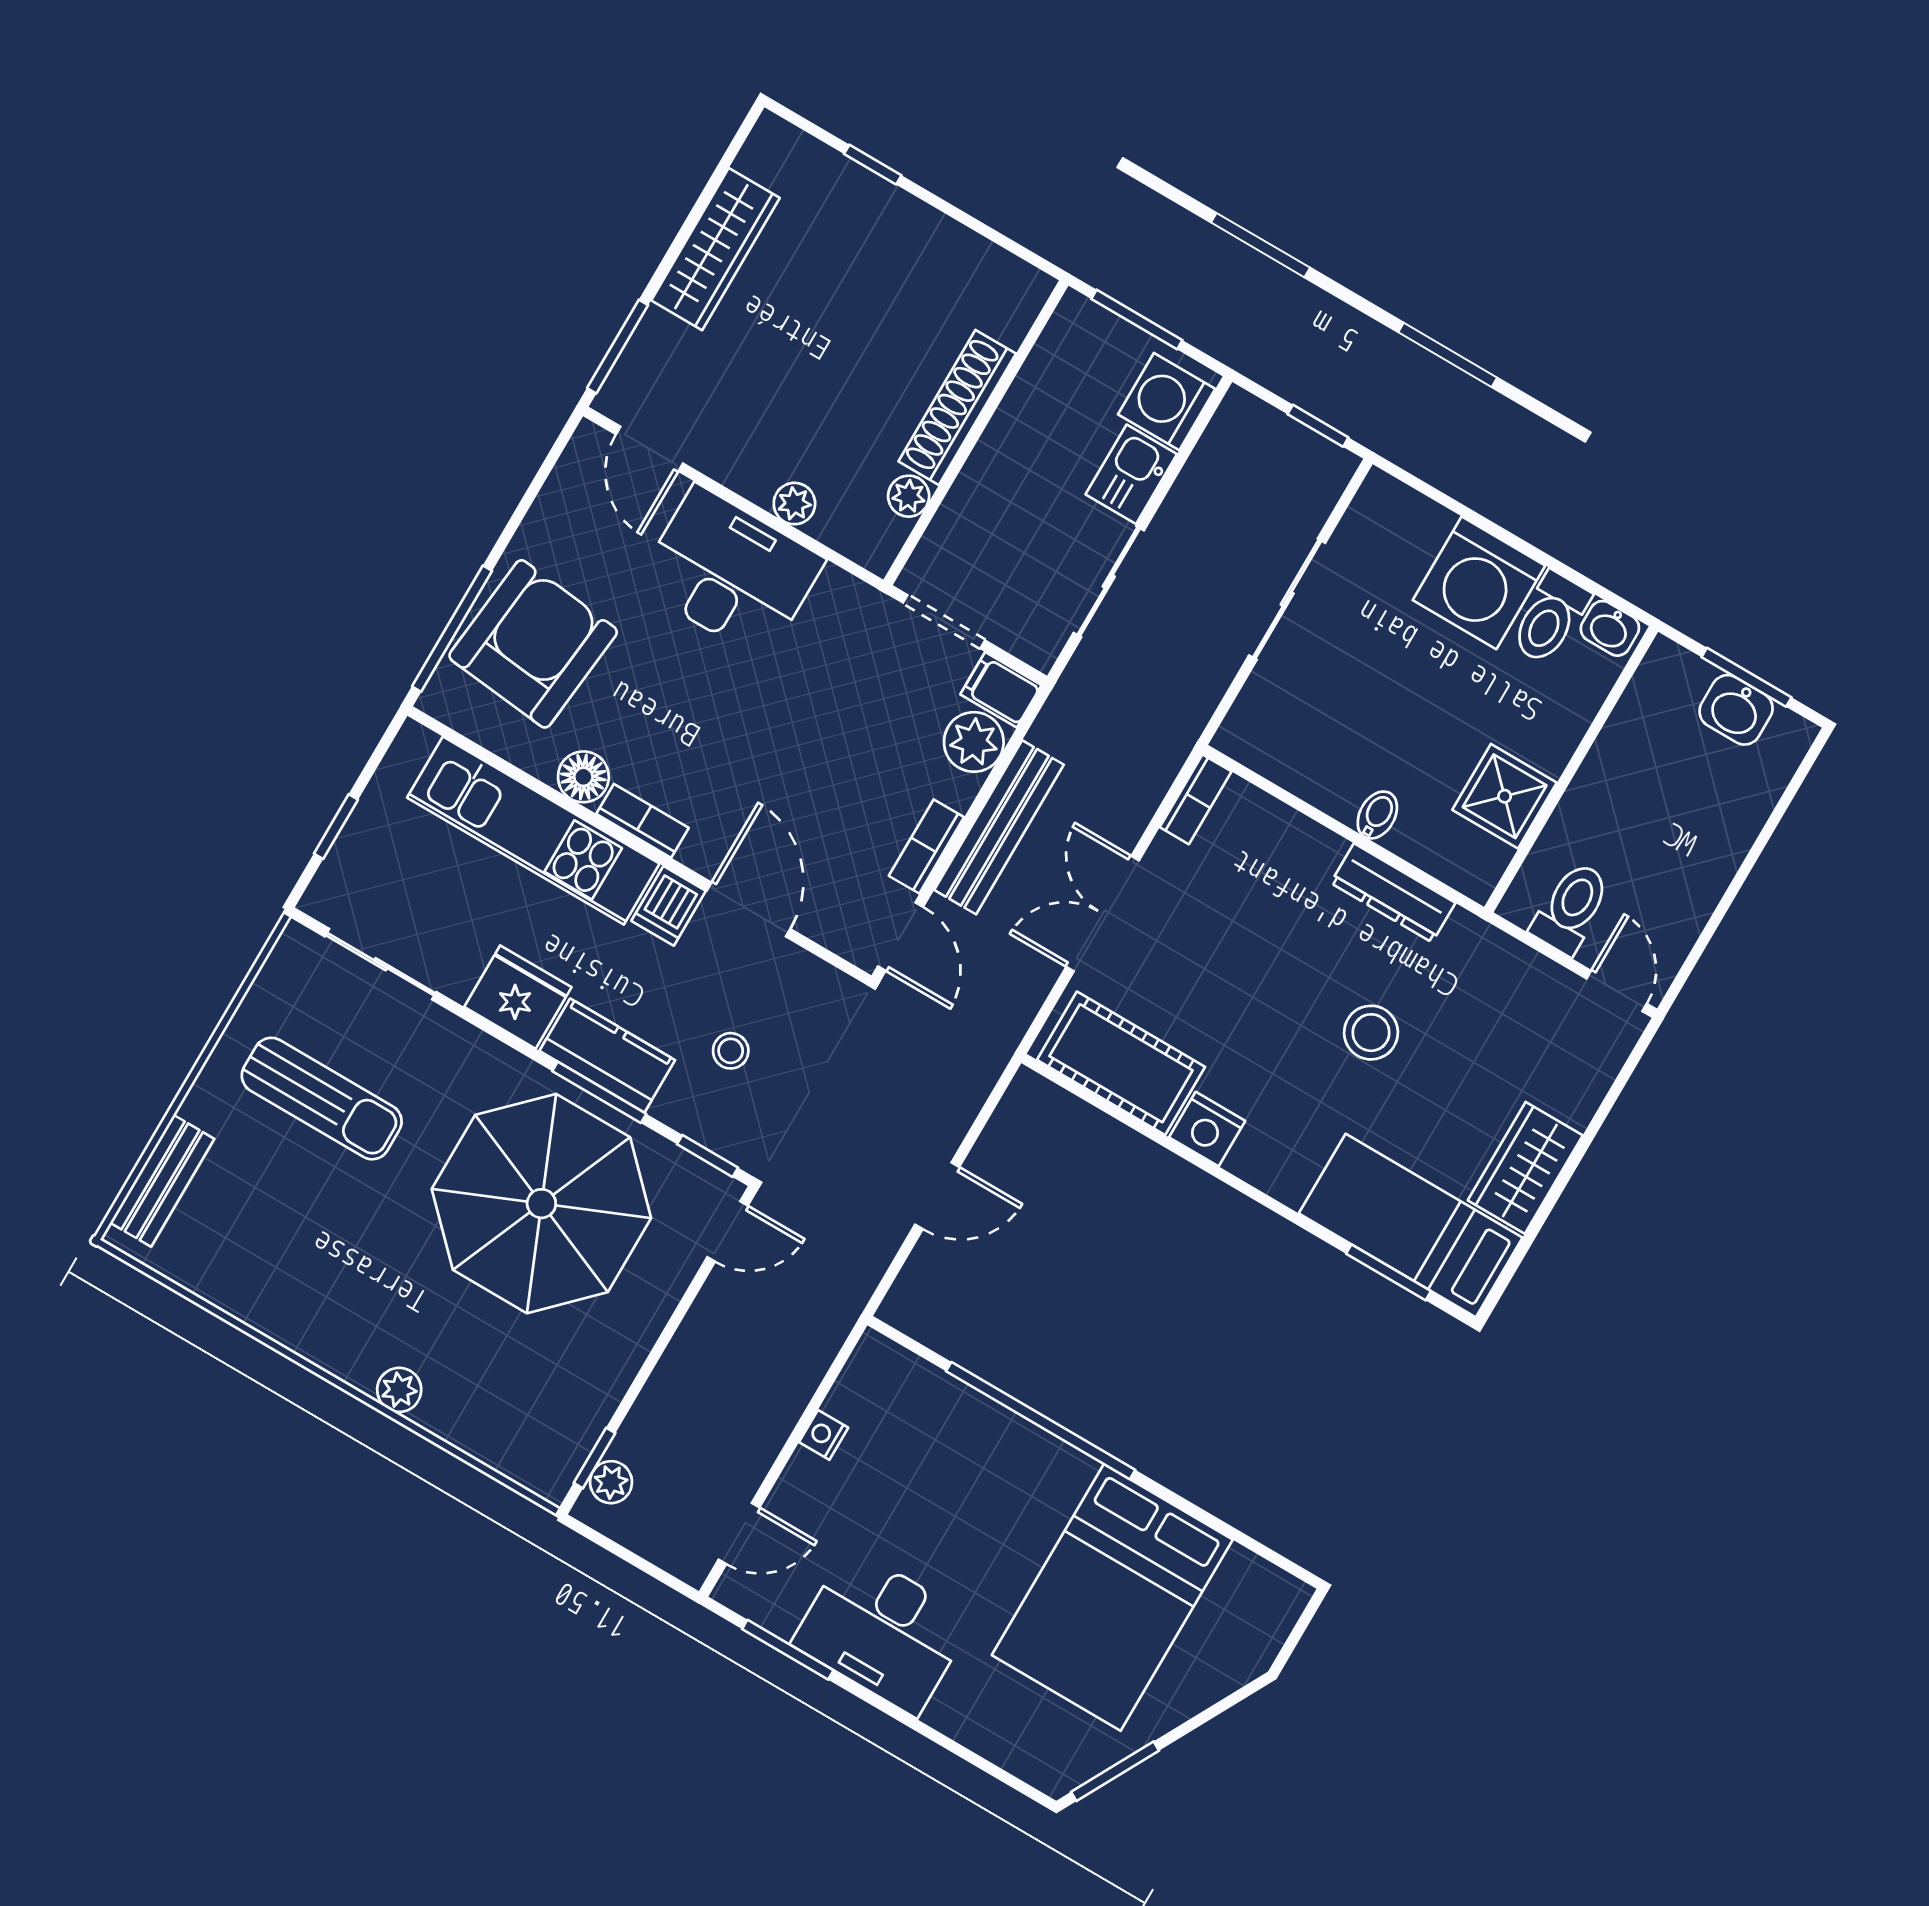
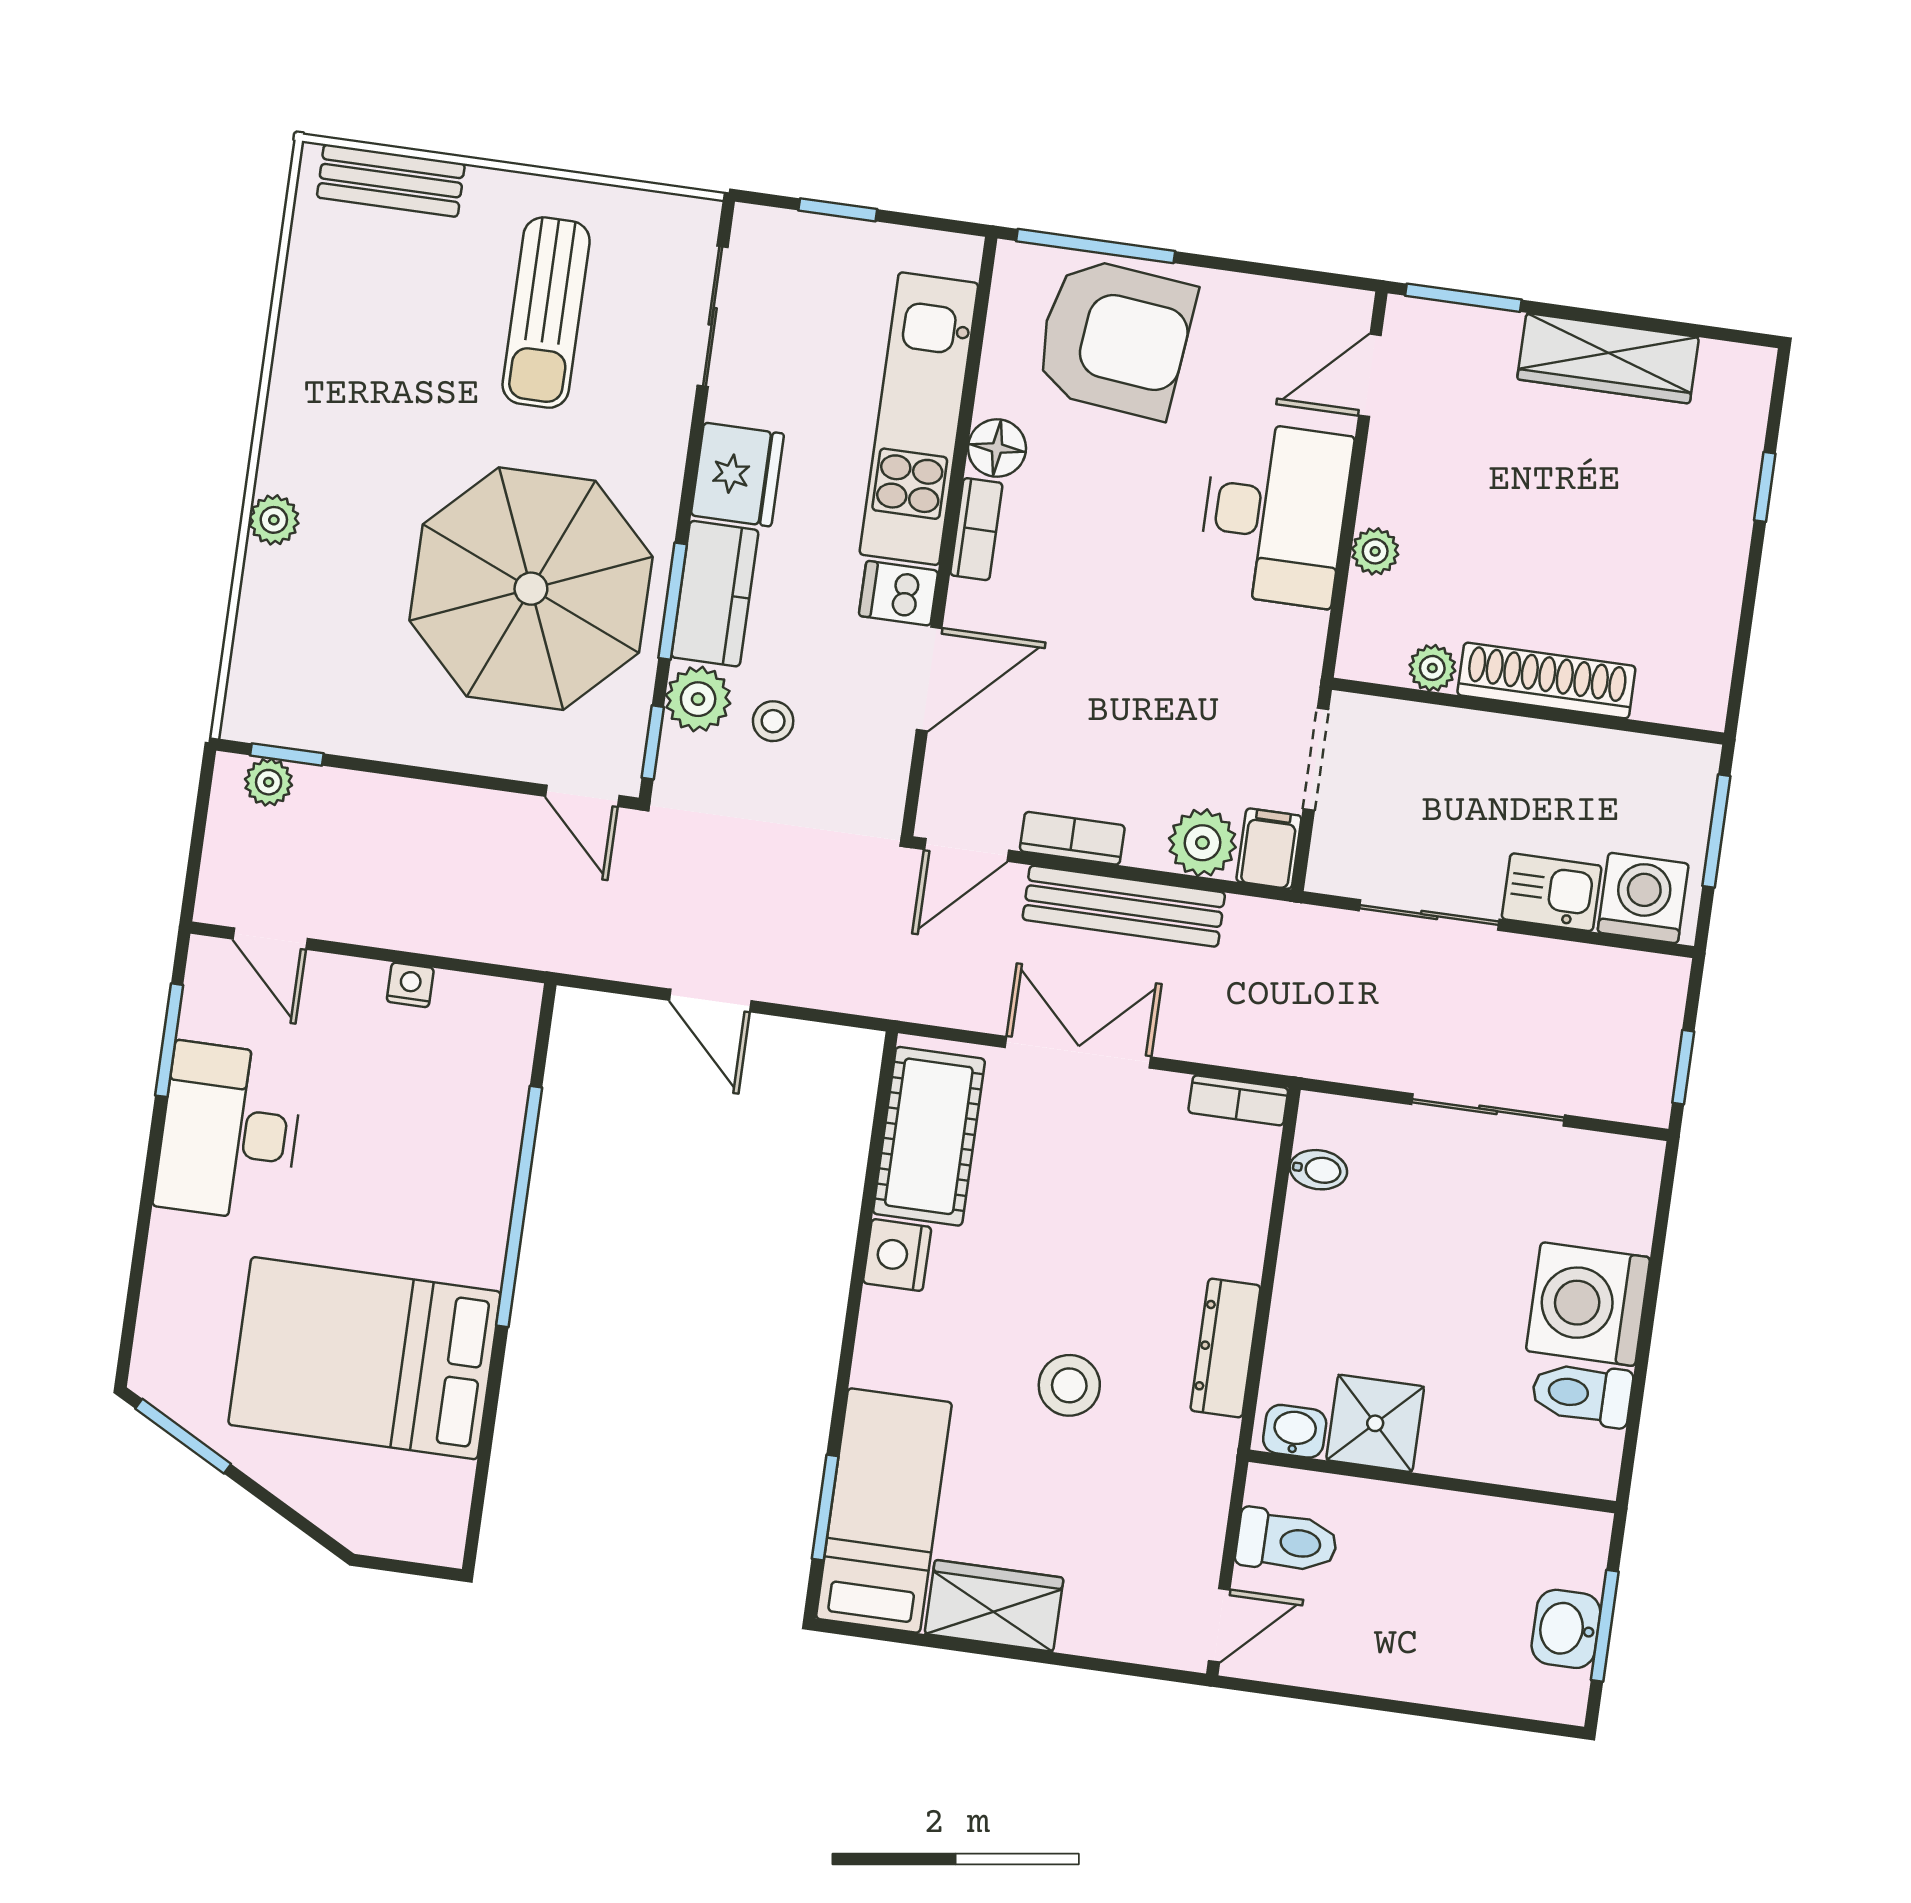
washbasin: (1610, 628) -> (1295, 1431), moved, turned 90
bidet: (1377, 815) -> (1318, 1170), moved
plant: (688, 1105) -> (698, 699), added

